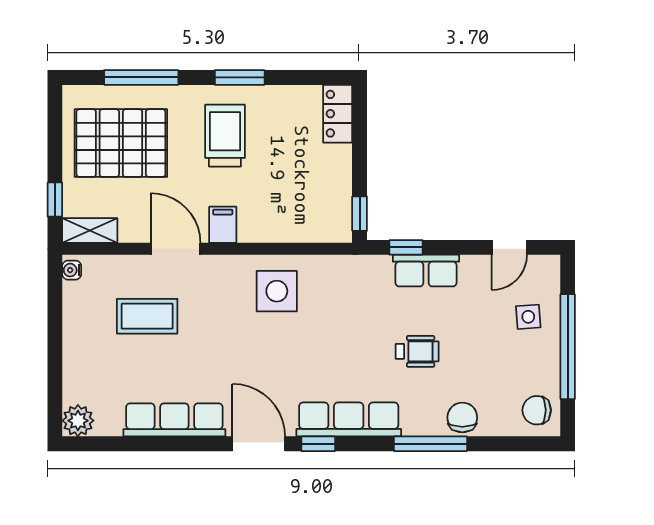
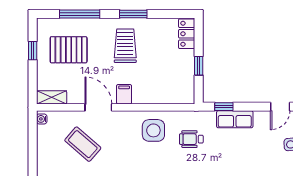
pallet: (121, 143) -> (69, 50), width x0.73, depth x0.71
window: (55, 199) -> (33, 51), moved
window: (360, 214) -> (199, 66), moved
coffee table: (147, 316) -> (83, 144), turned 41
wheelchair: (417, 351) -> (191, 139), moved, turned 180

